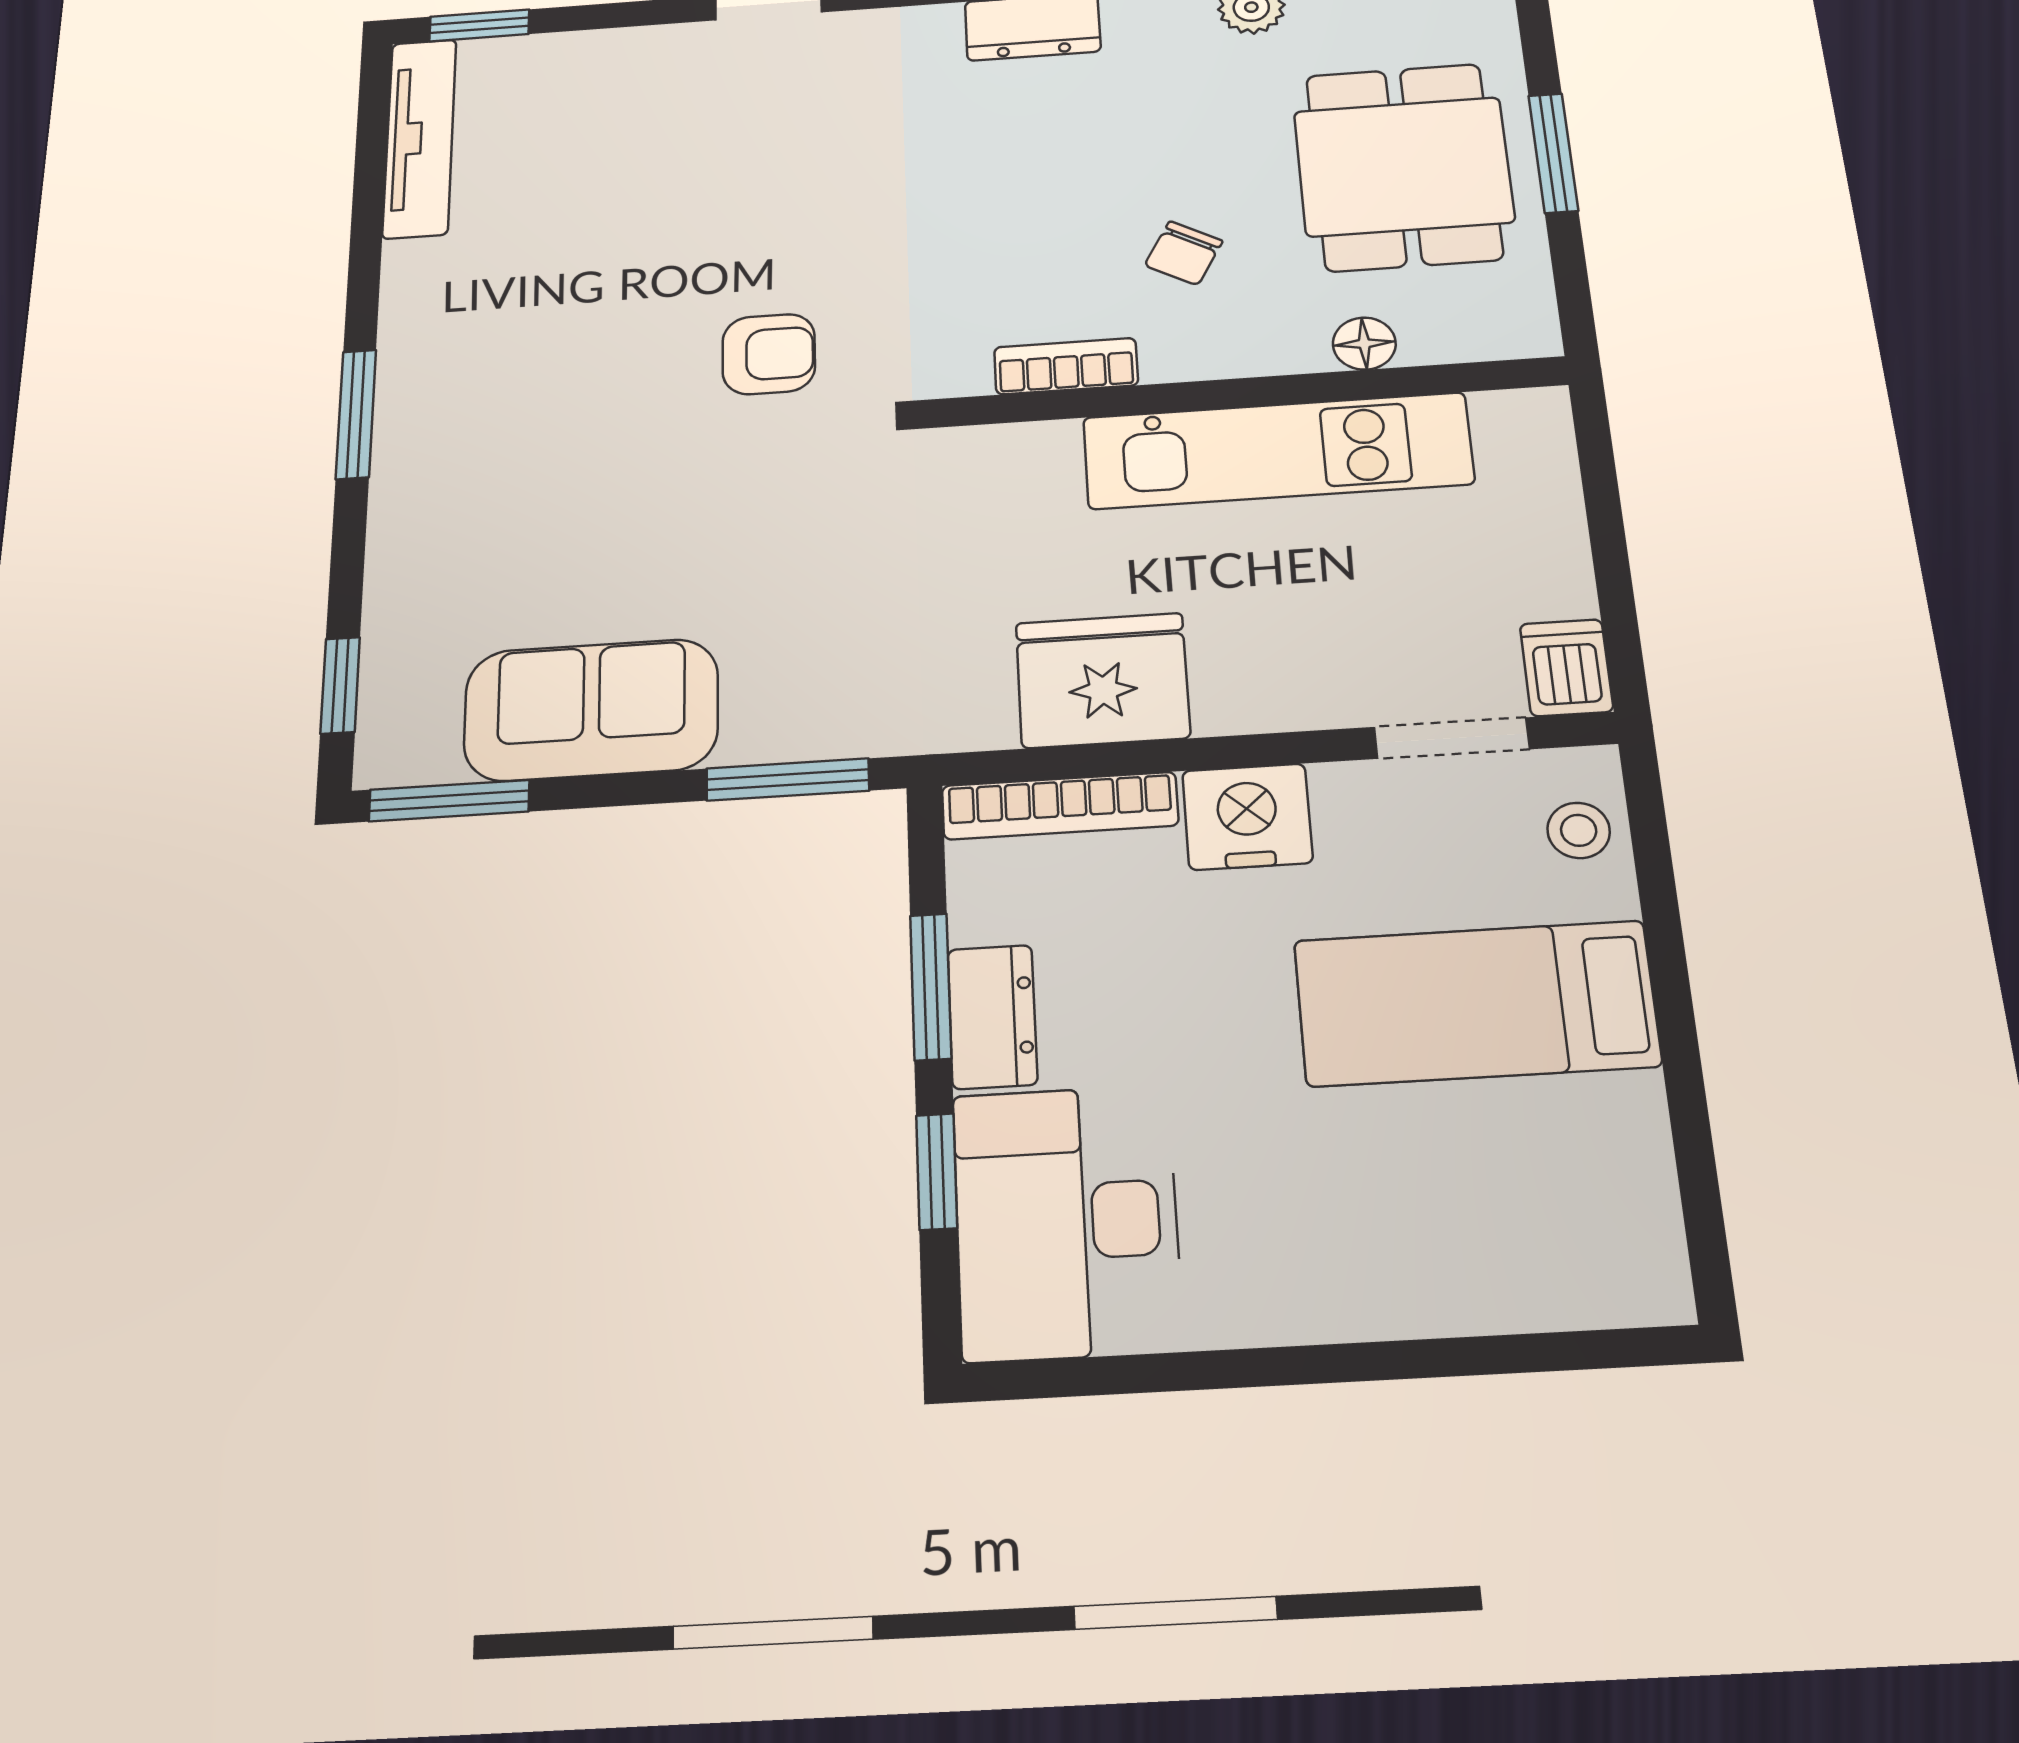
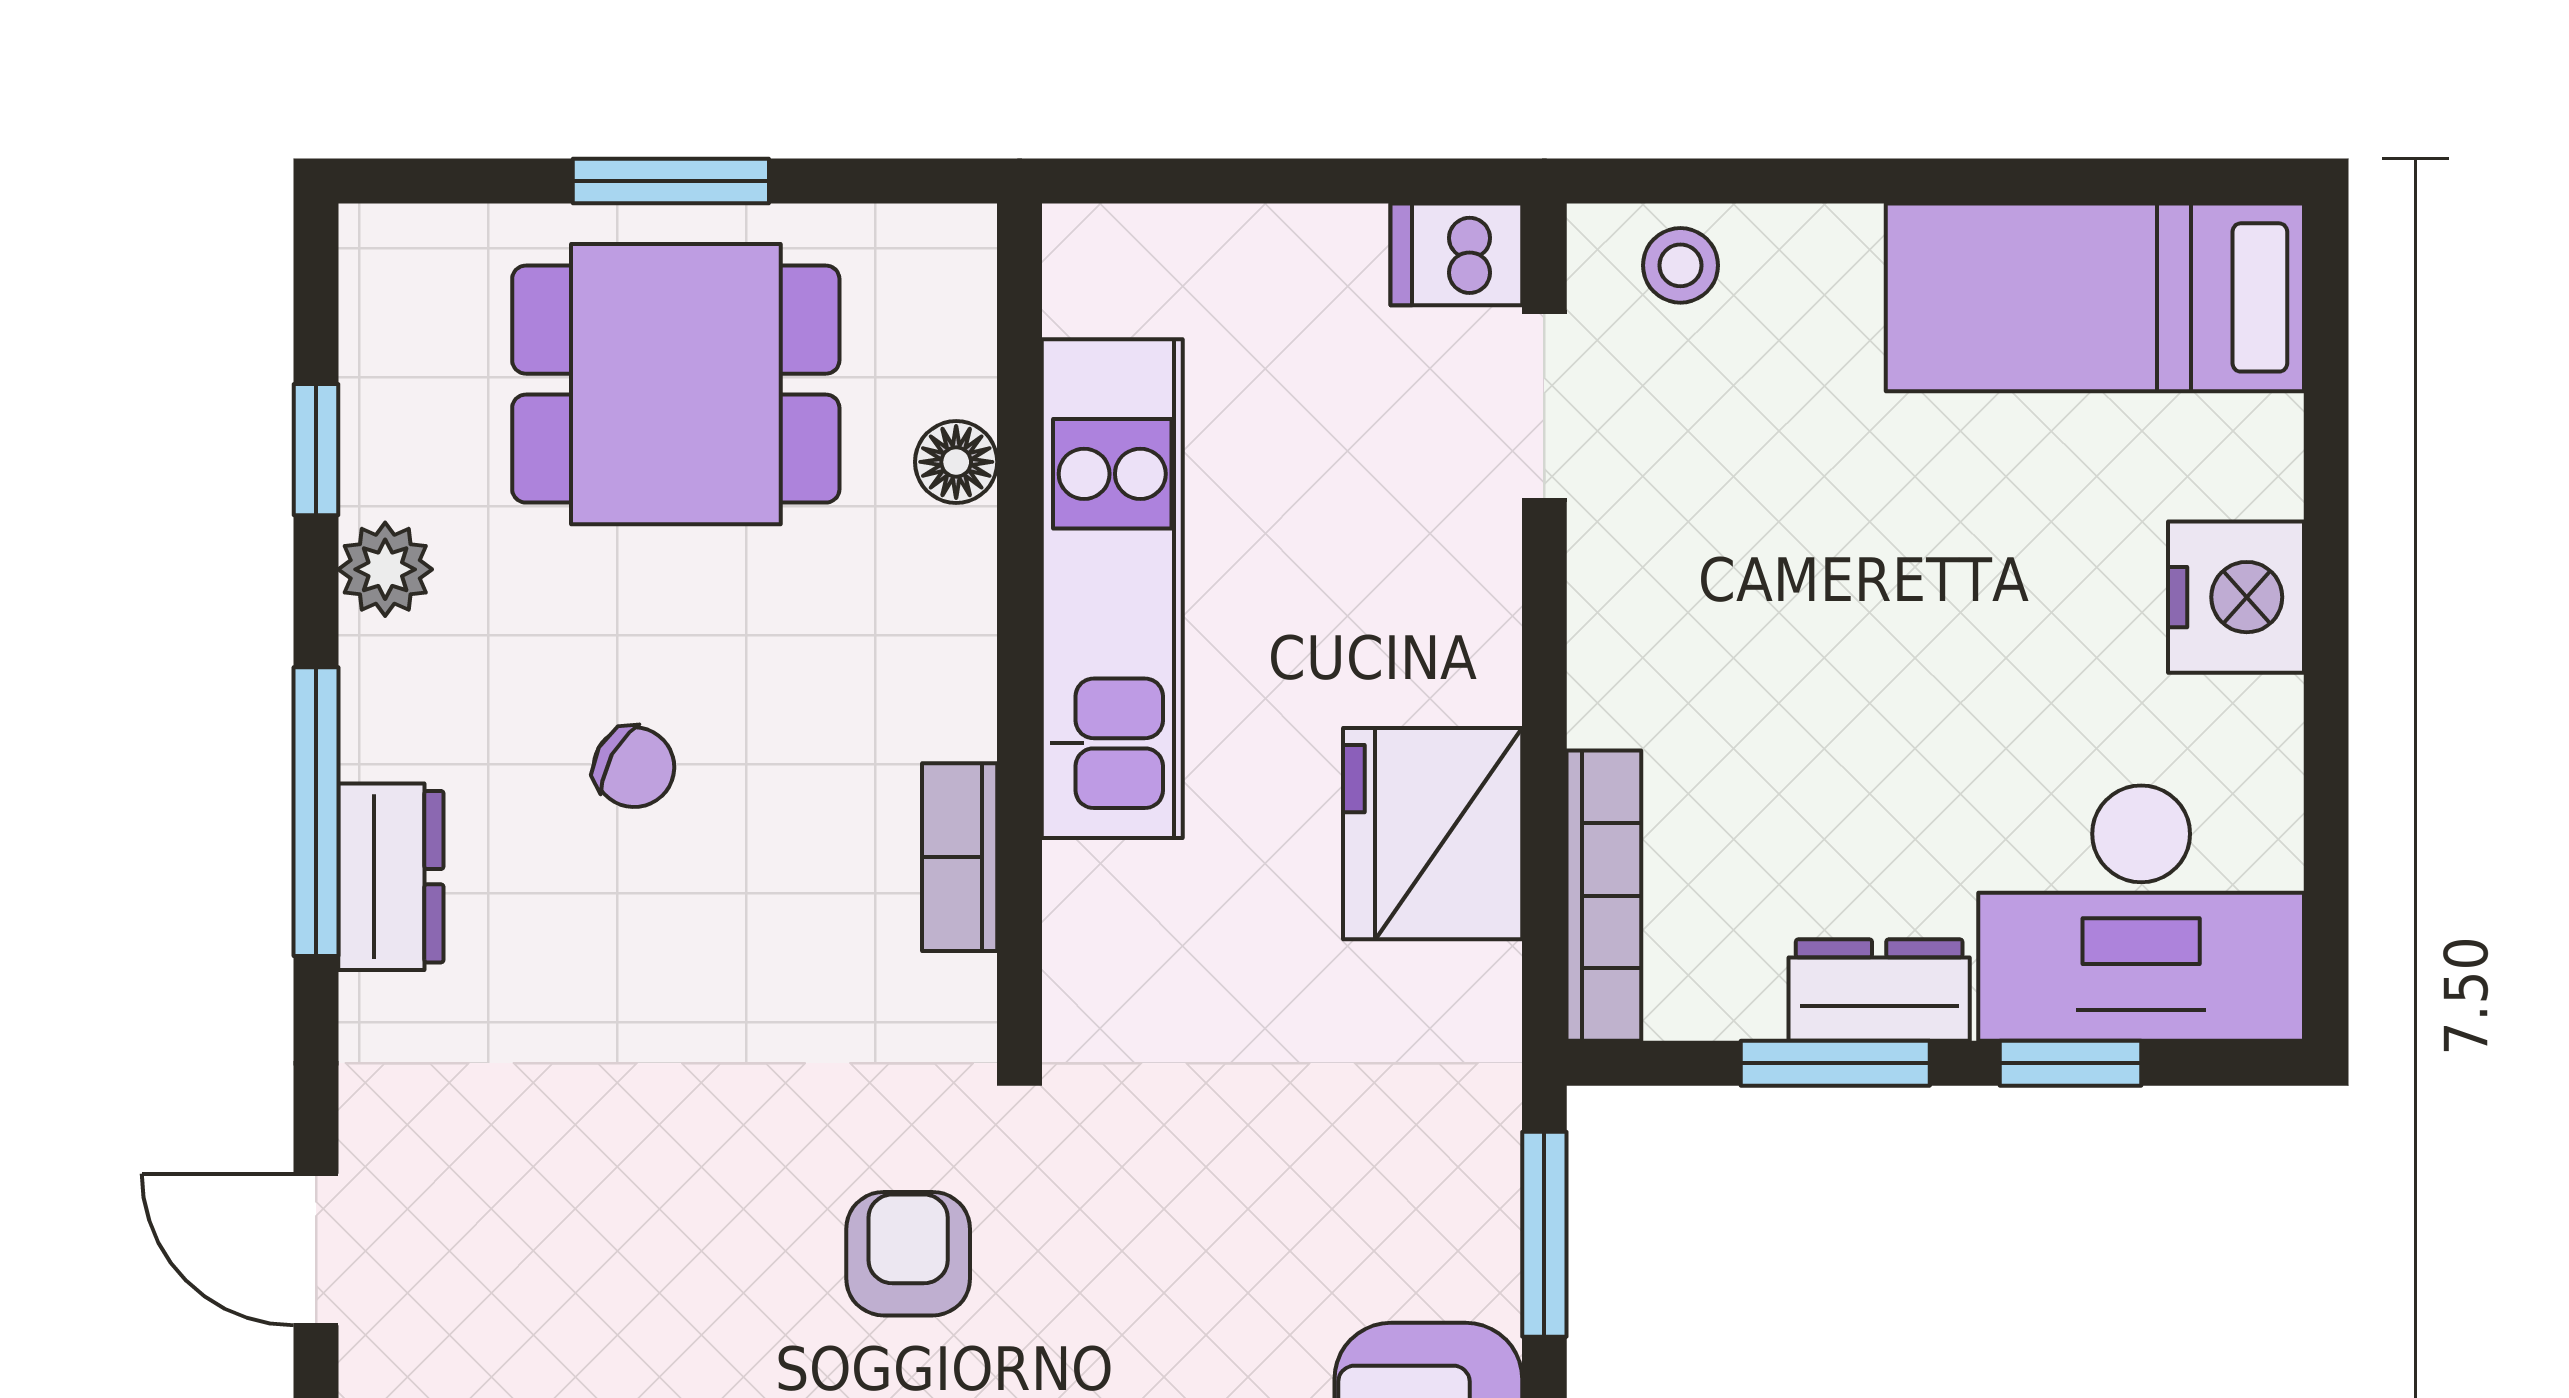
chair: (1184, 253) -> (634, 767), moved
nightstand: (1247, 817) -> (2236, 597), moved, turned 180
bed: (1476, 1003) -> (2095, 297), moved, turned 90

